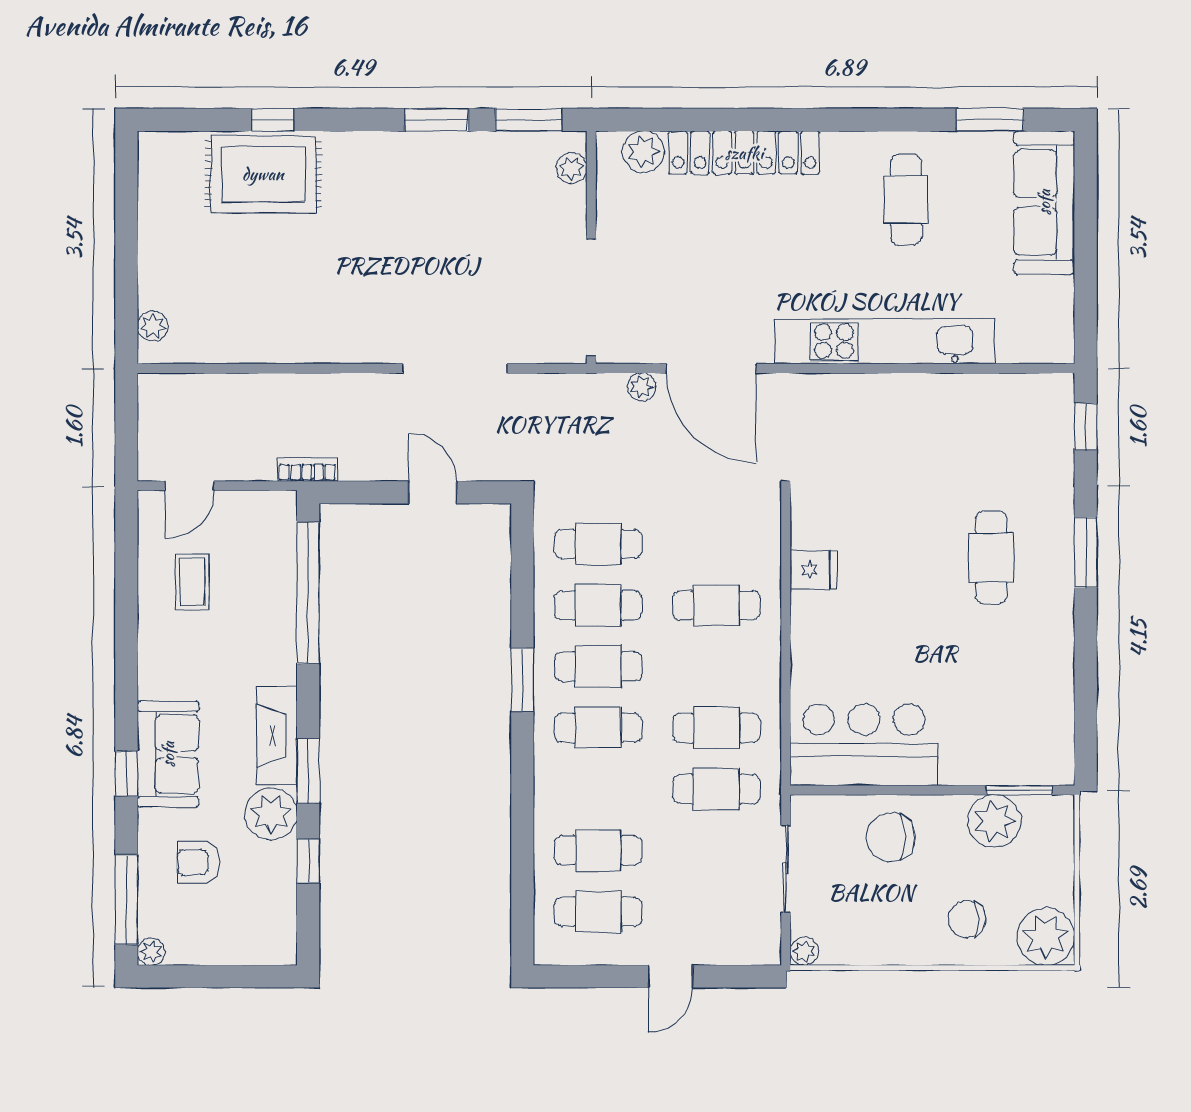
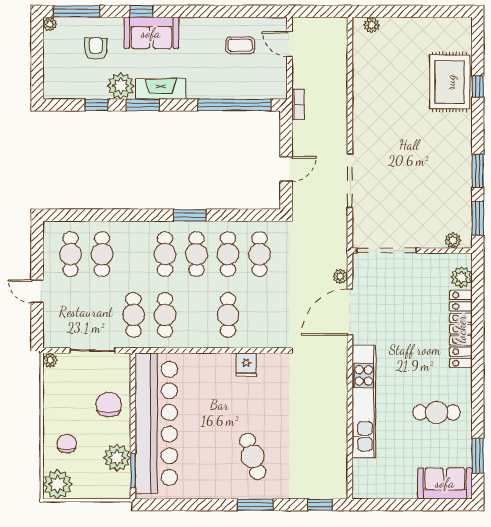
sofa: (1044, 202) -> (445, 483), width x0.73
cafe table: (991, 557) -> (253, 456), turned 72
bar counter: (864, 745) -> (156, 423), width x1.86

